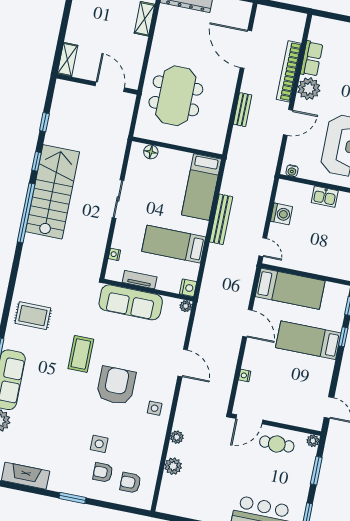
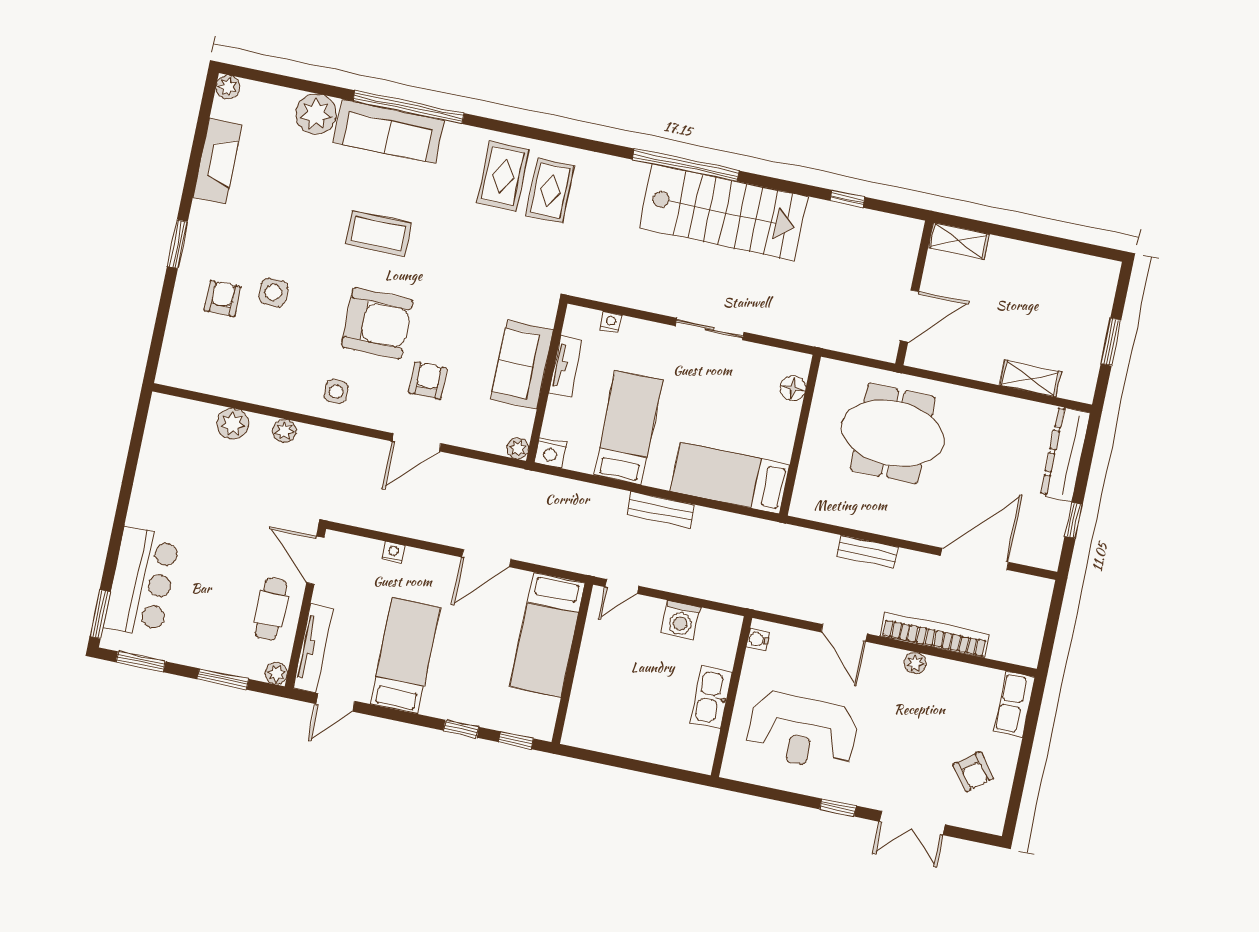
row of seats: (312, 59) -> (1015, 704), moved, turned 90
plant: (309, 89) -> (915, 663), width x0.53, depth x0.53
window: (36, 161) -> (778, 184), removed
kitchen sink: (325, 197) -> (711, 697), width x1.38
bench: (221, 219) -> (661, 510), width x0.73
rug: (41, 289) -> (550, 191), added
sofa: (131, 302) -> (522, 365), width x0.73
bed: (308, 340) -> (405, 656), moved
coffee table: (81, 354) -> (378, 233), moved
tv unit: (299, 420) -> (313, 648), added
armchair: (130, 483) -> (428, 381), moved

